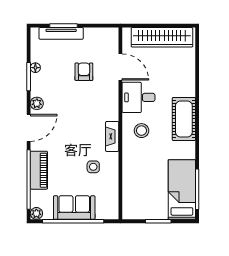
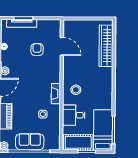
wardrobe: (162, 37) -> (106, 46), moved, turned 90
desk: (139, 97) -> (74, 115), moved
cot: (184, 119) -> (78, 142), moved, turned 90

